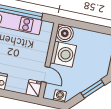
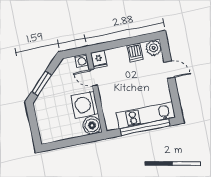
washing machine: (60, 96) -> (82, 60), moved

